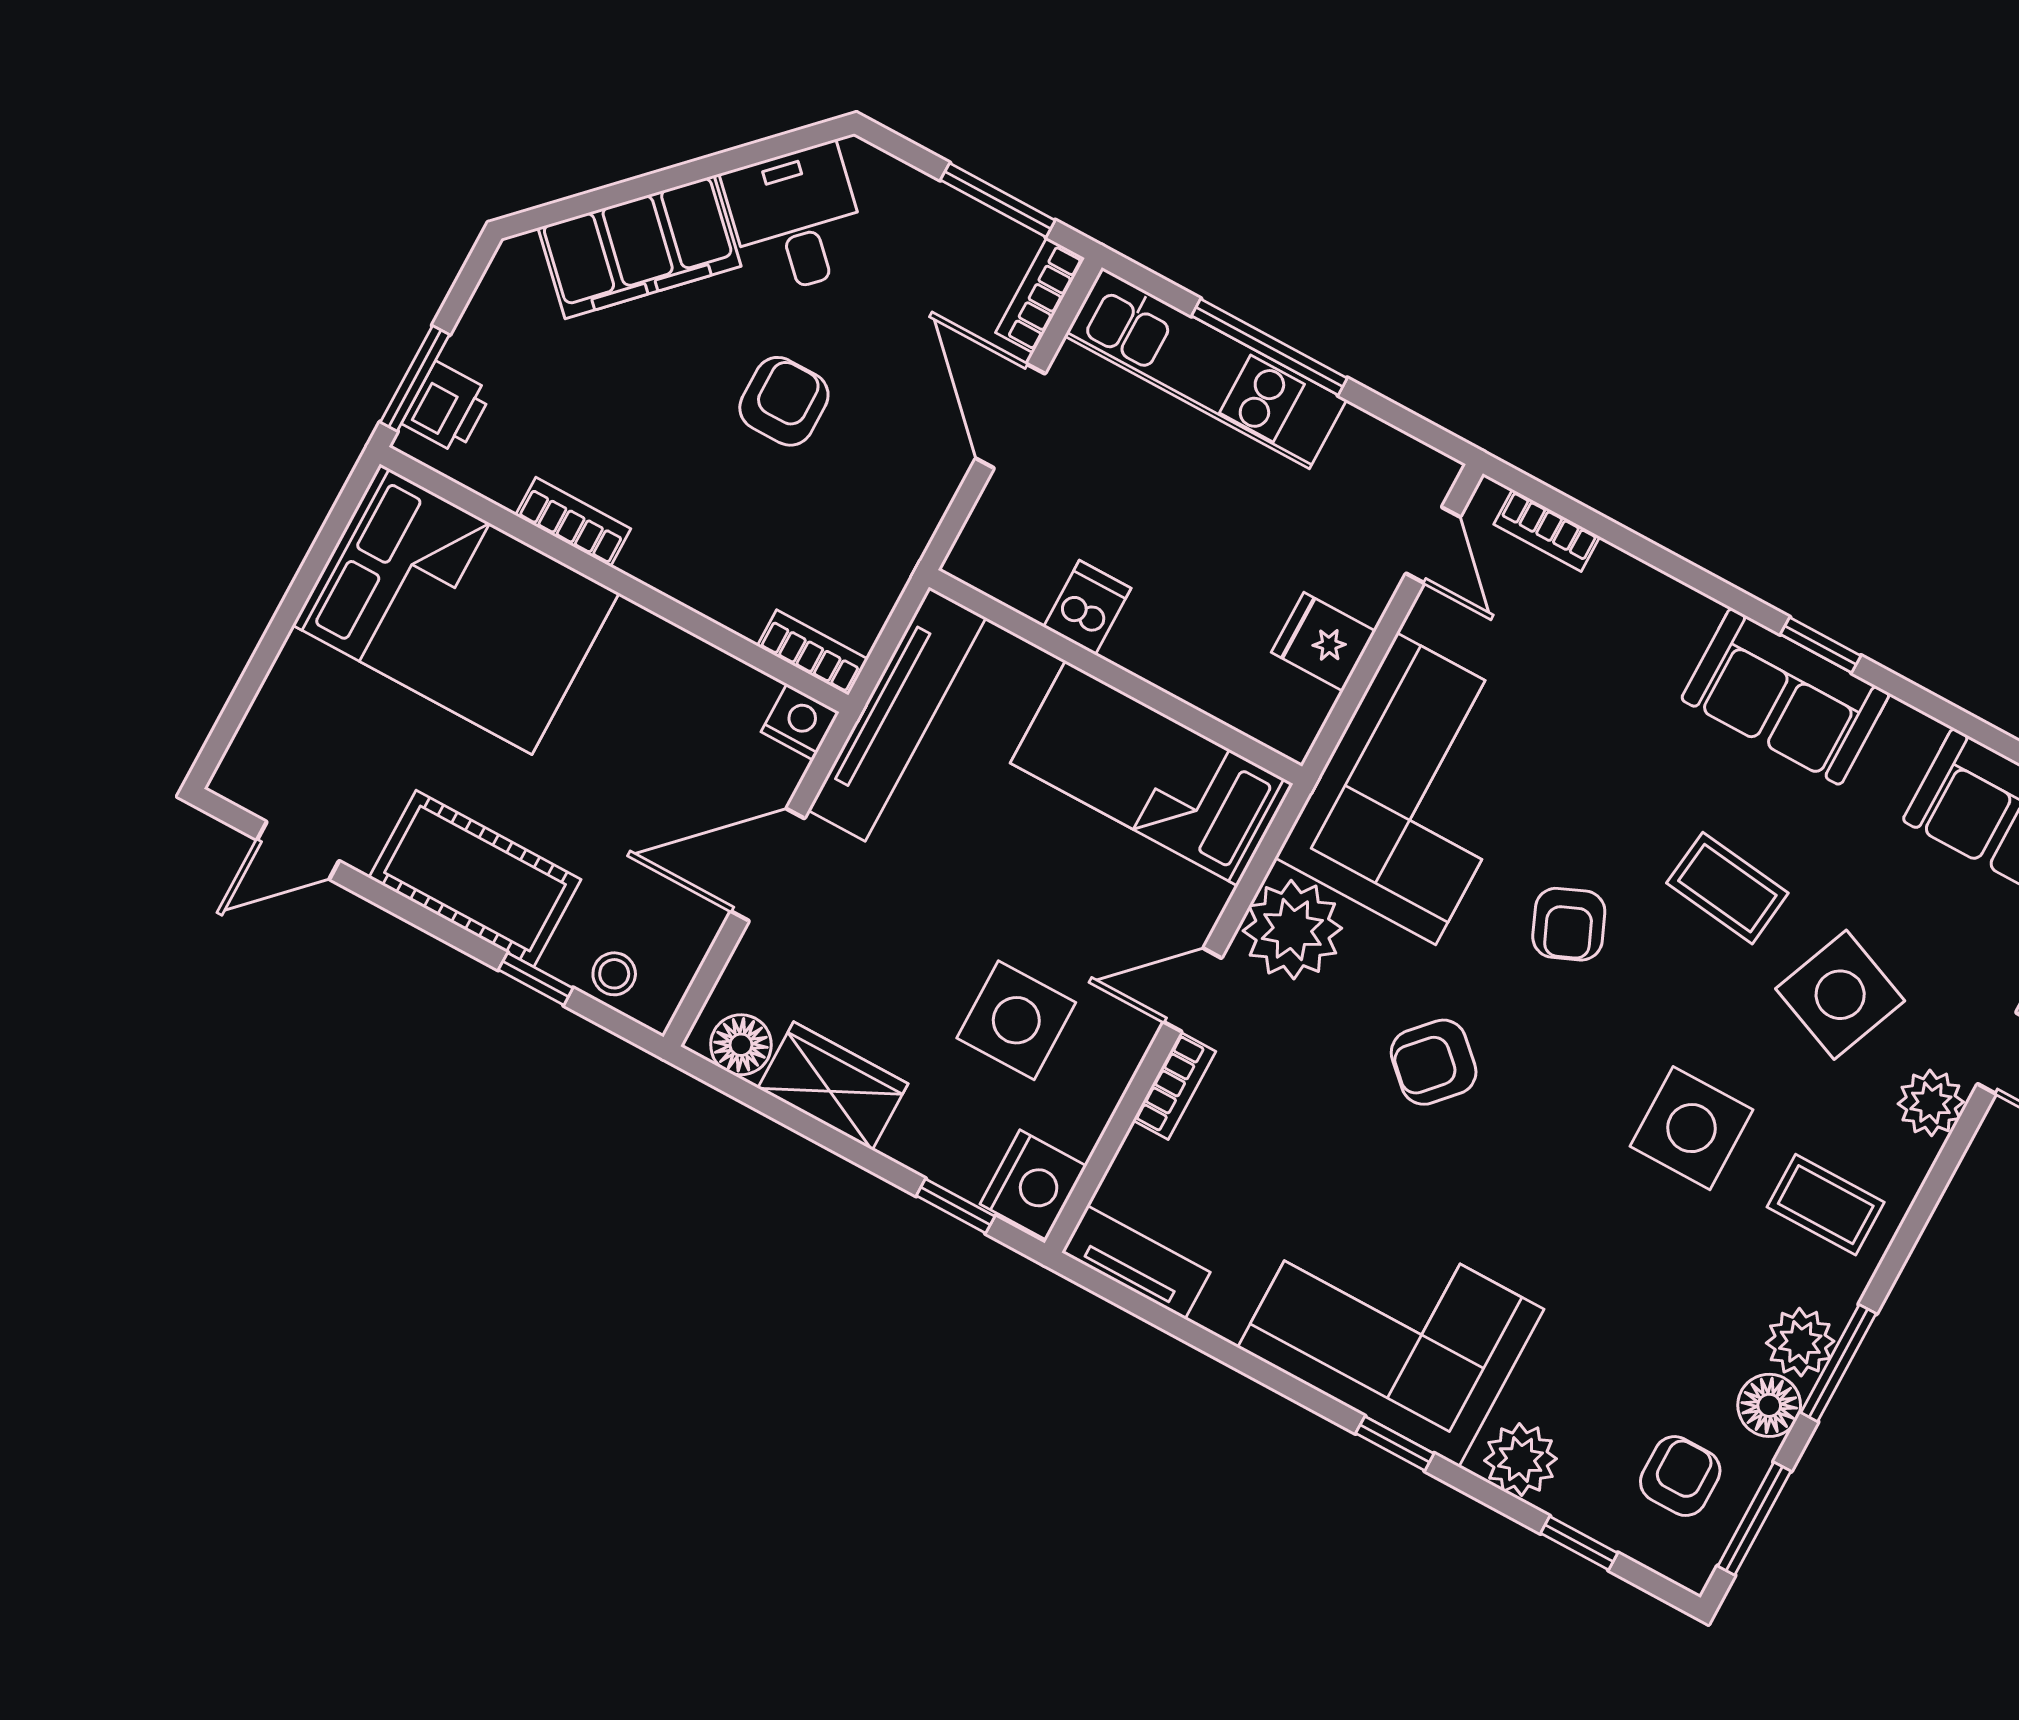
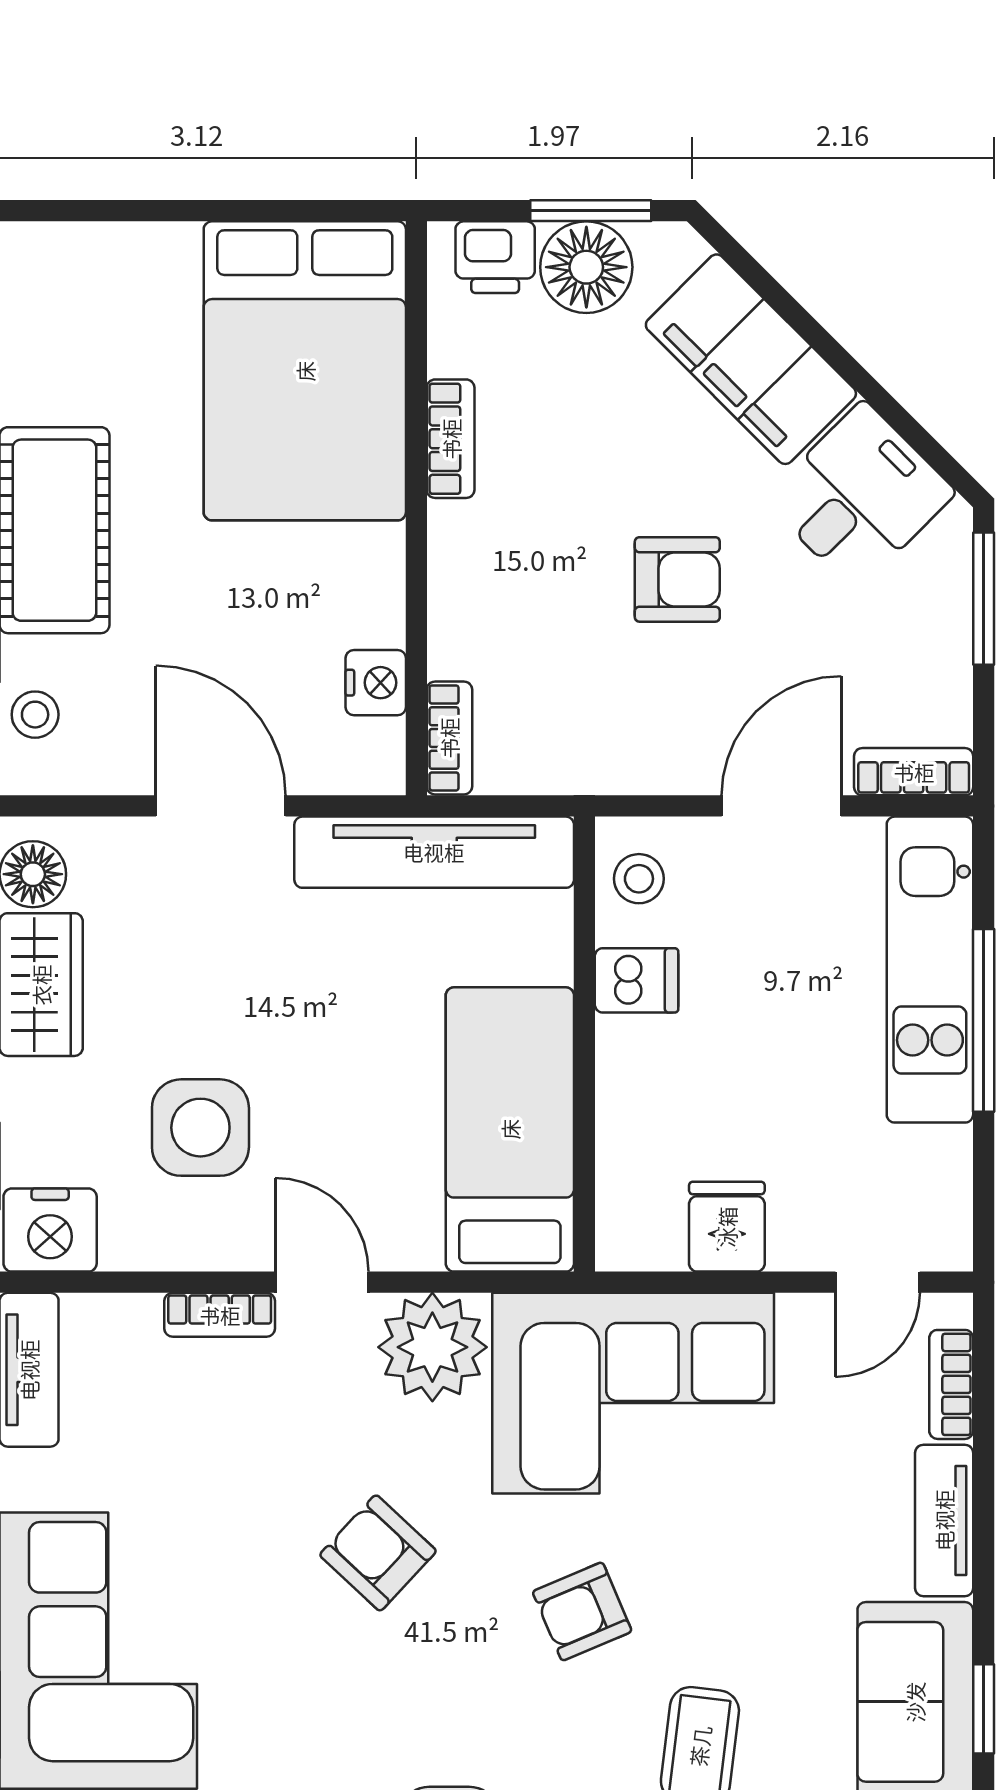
window: (998, 200) -> (984, 599), moved
floor lamp: (495, 339) -> (586, 267), added
window: (415, 378) -> (591, 211), moved
stool: (1007, 562) -> (639, 879), added
tv unit: (1653, 595) -> (944, 1520), added
nightstand: (800, 722) -> (376, 683), moved

